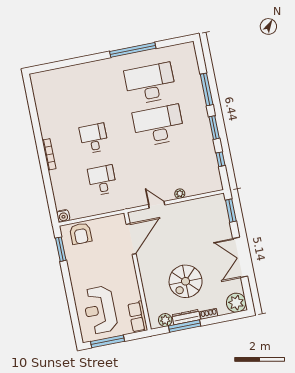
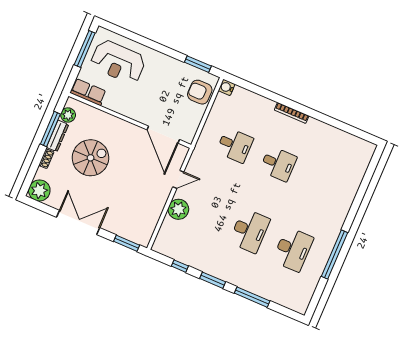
desk: (150, 84) -> (293, 249), width x0.73, depth x0.77
desk: (158, 125) -> (249, 231), width x0.73, depth x0.77
plant: (180, 194) -> (178, 209), width x1.88, depth x1.88
spiral stairs: (186, 281) -> (91, 158), turned 90
reception desk: (100, 310) -> (118, 62), turned 180

